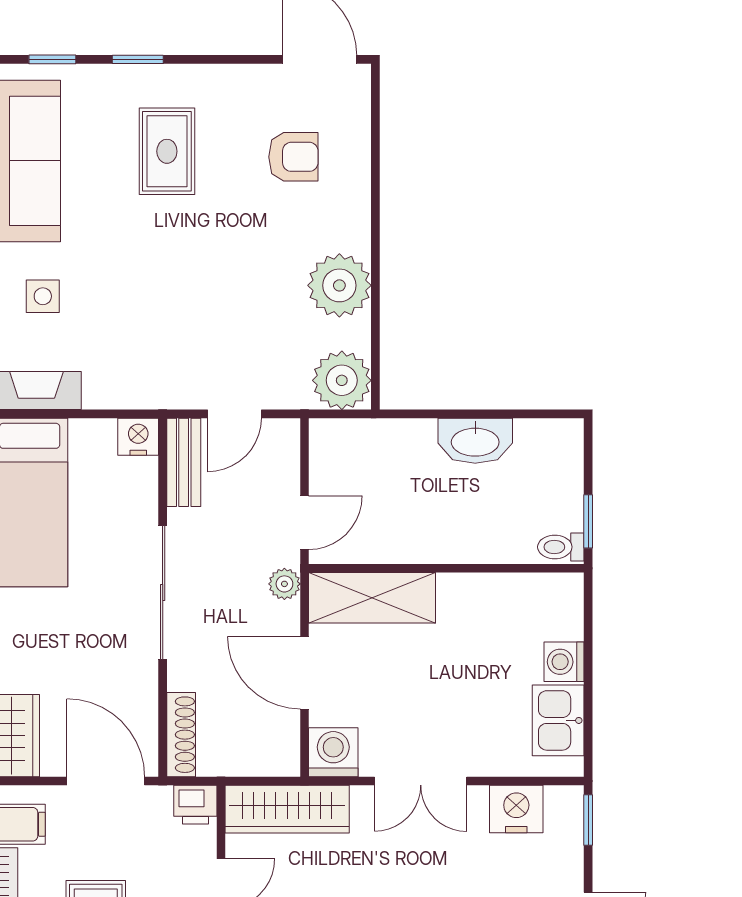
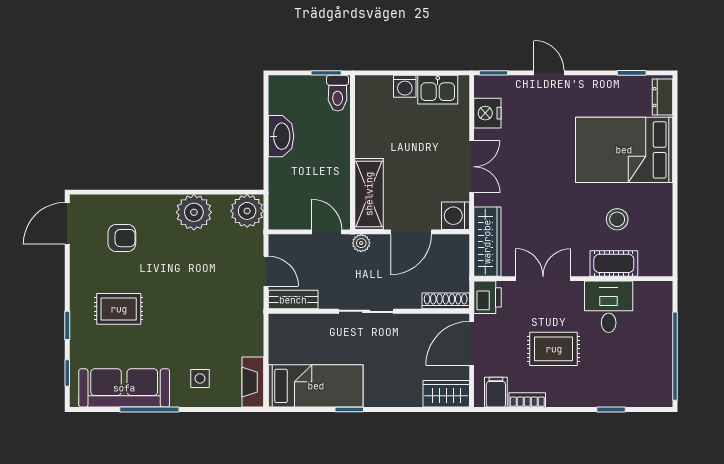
armchair: (293, 157) -> (122, 238), turned 90
nightstand: (138, 437) -> (279, 325), removed
toilet: (561, 547) -> (338, 93), width x1.37, depth x1.39
sliding door: (163, 593) -> (366, 311), width x0.73
printer: (195, 805) -> (488, 297), width x1.36, depth x1.24

